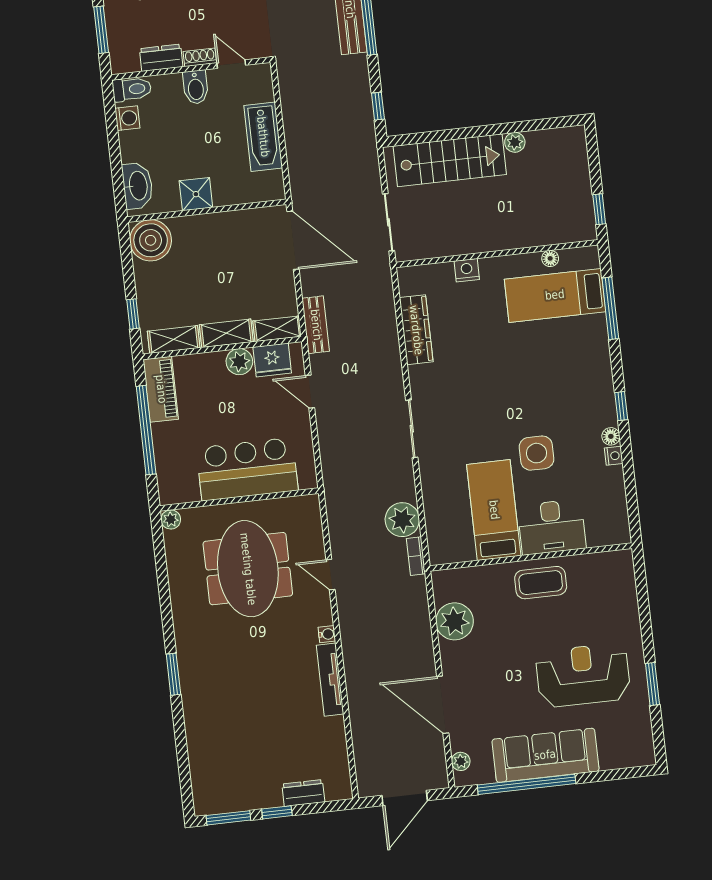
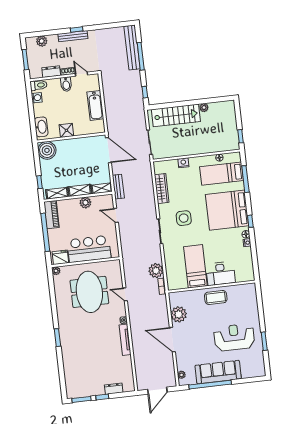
fridge: (272, 360) -> (60, 257), moved, turned 180
bed: (567, 380) -> (227, 210), added
side table: (537, 453) -> (184, 218), moved
door: (443, 705) -> (172, 340), moved

